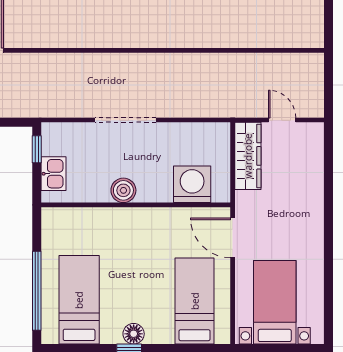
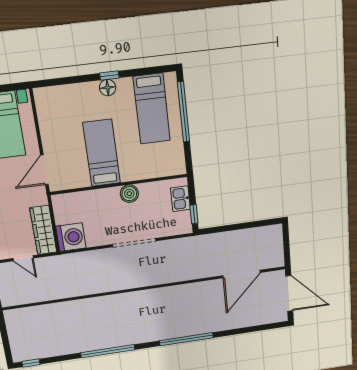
washing machine: (192, 184) -> (71, 237), moved, turned -90
door: (233, 238) -> (44, 170), swing flipped
bed: (195, 301) -> (102, 153), moved, turned 180

